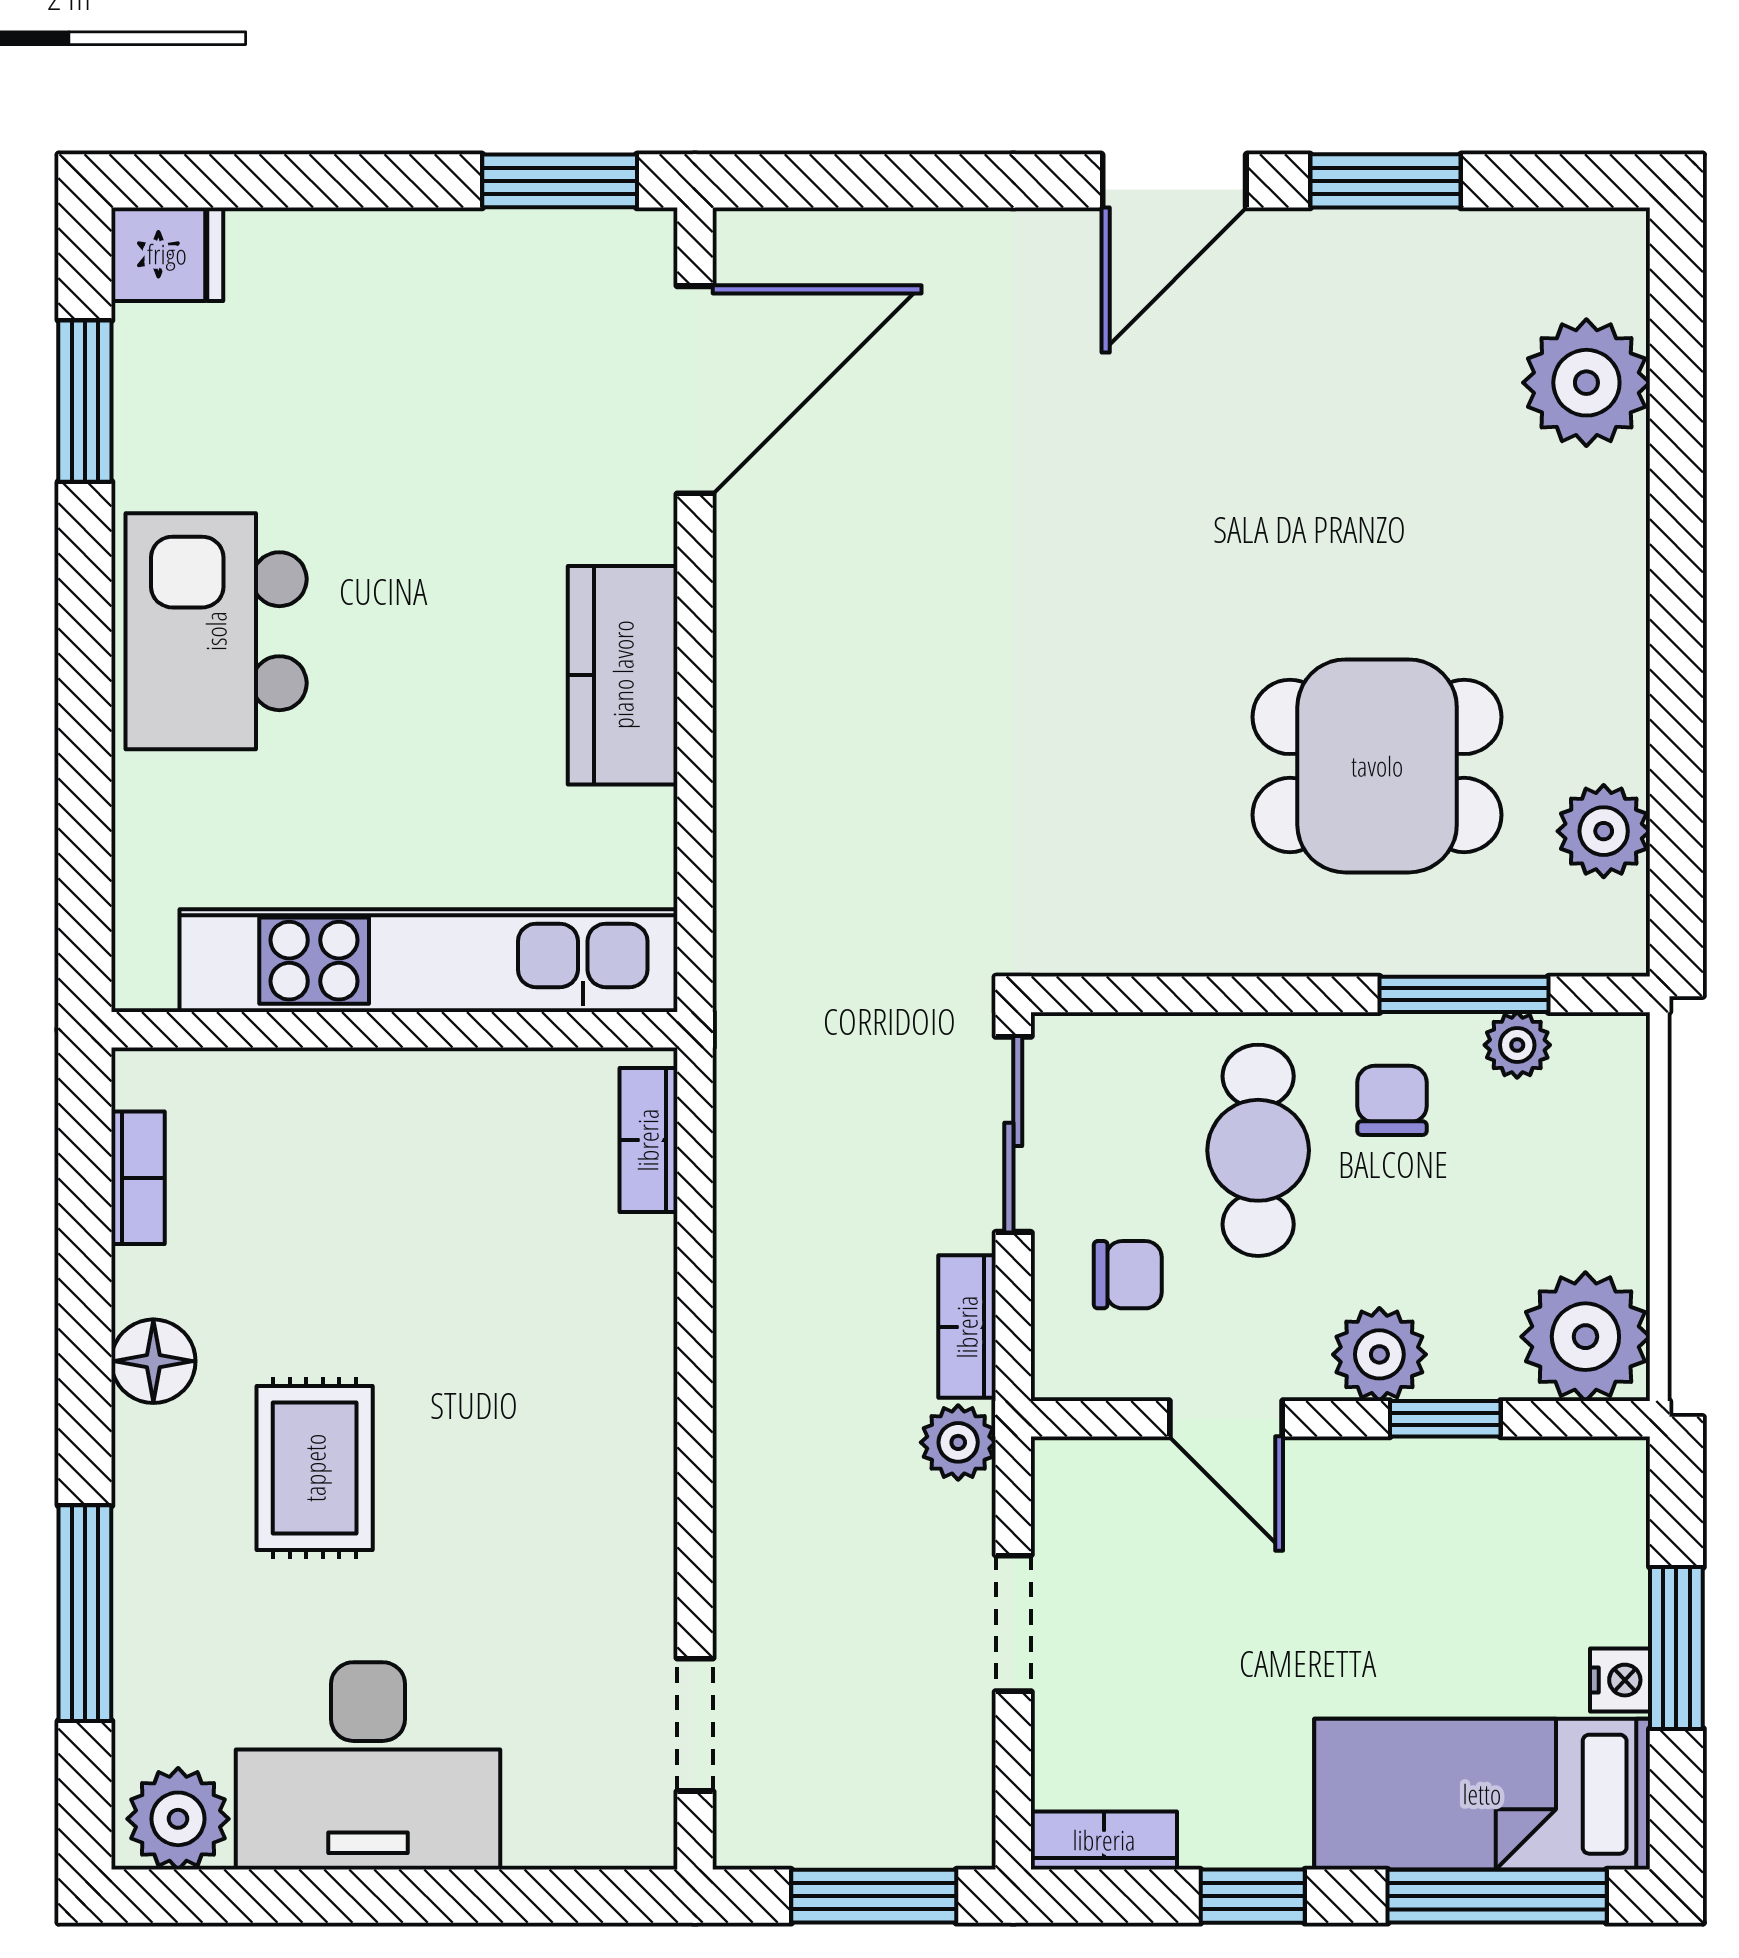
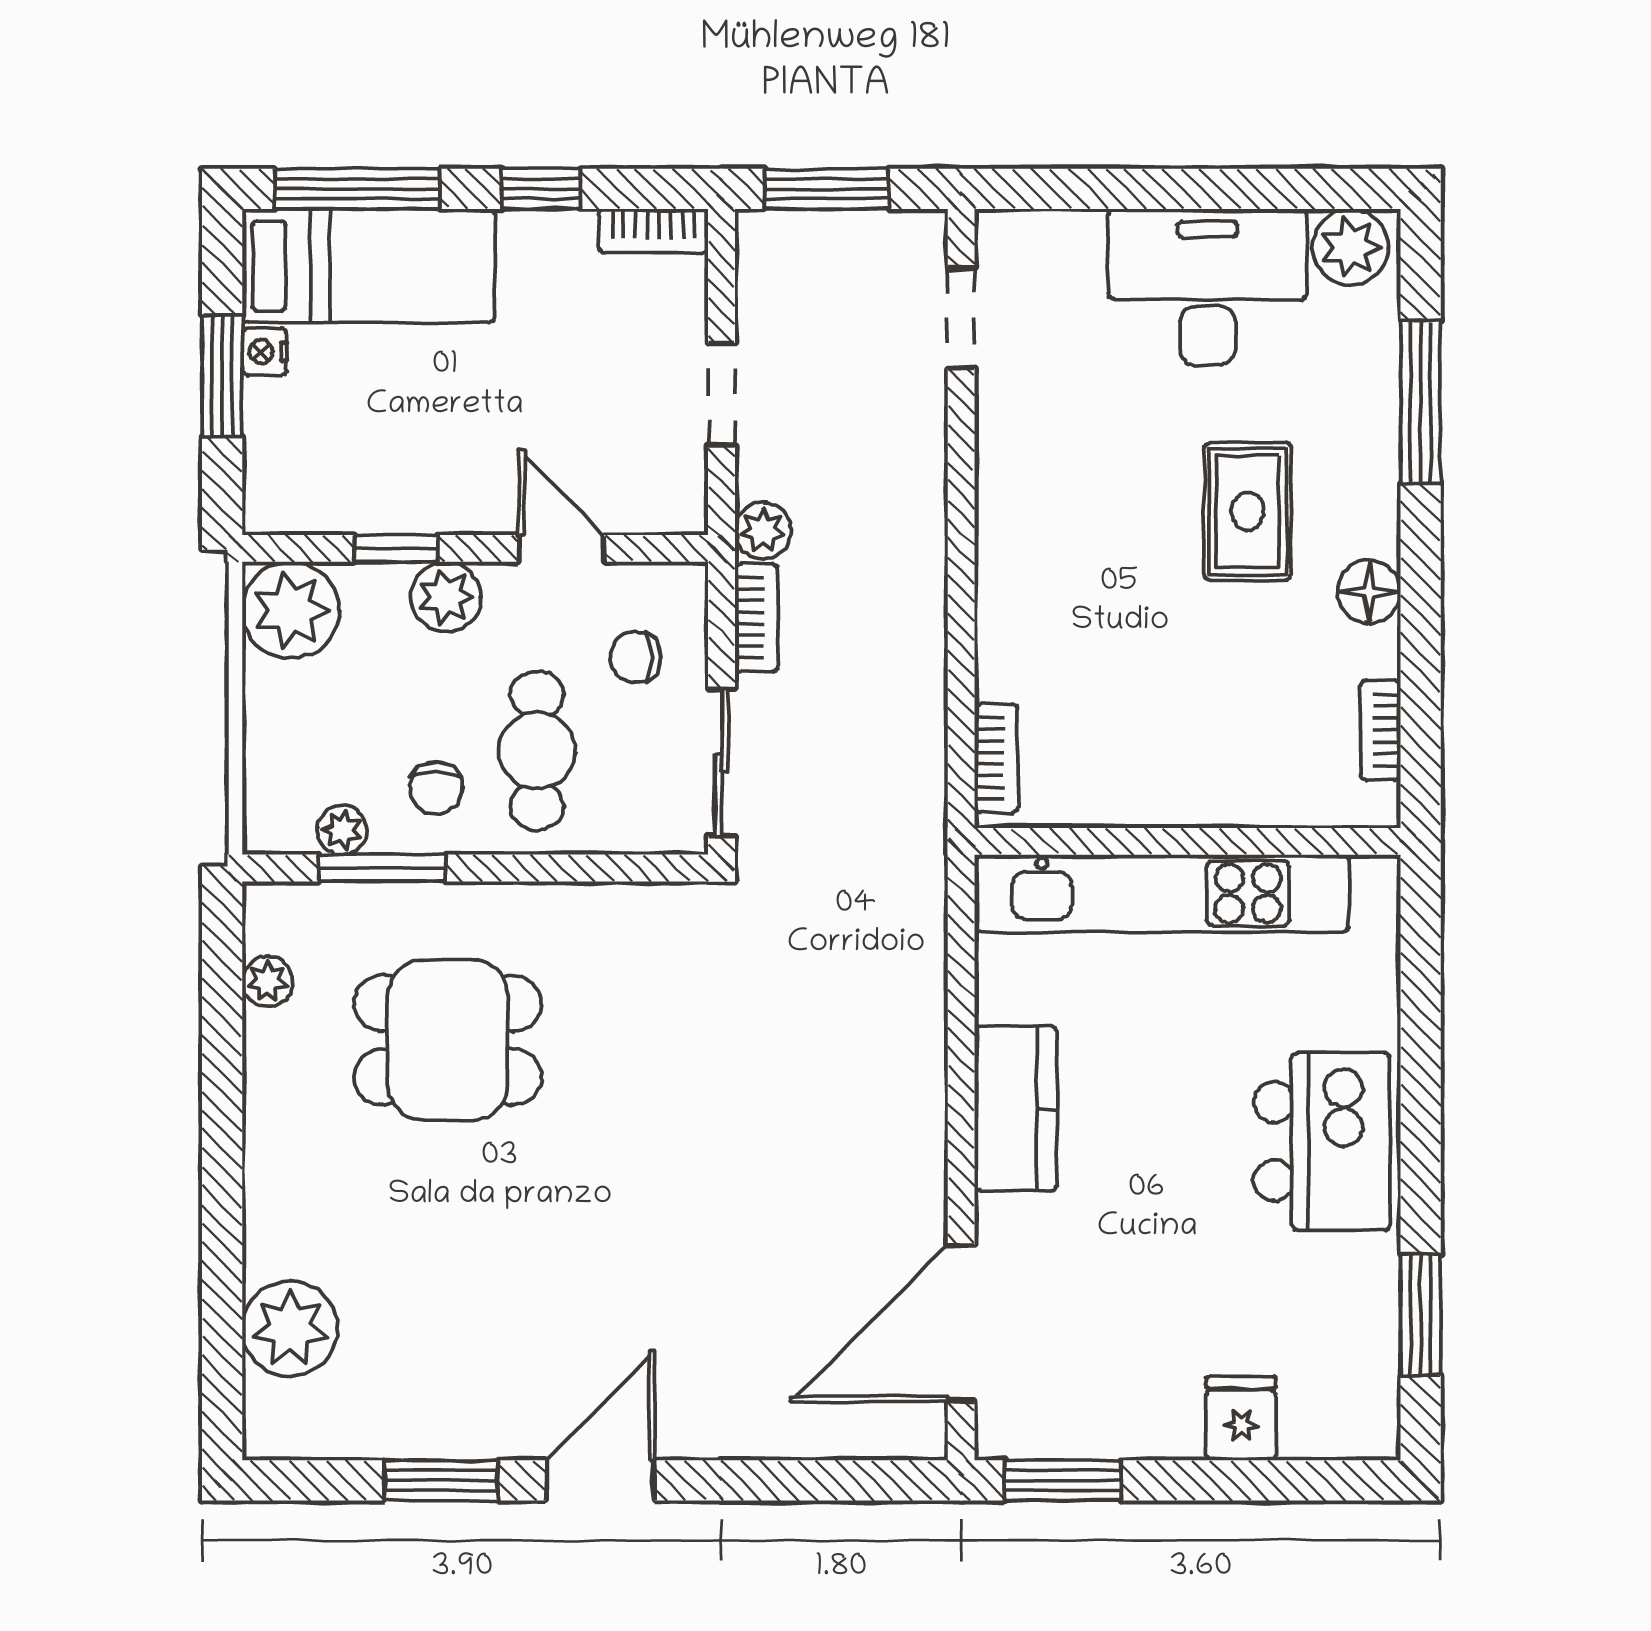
fridge: (167, 254) -> (1241, 1418), moved, turned 90
plant: (1604, 831) -> (267, 981), width x0.73, depth x0.73

